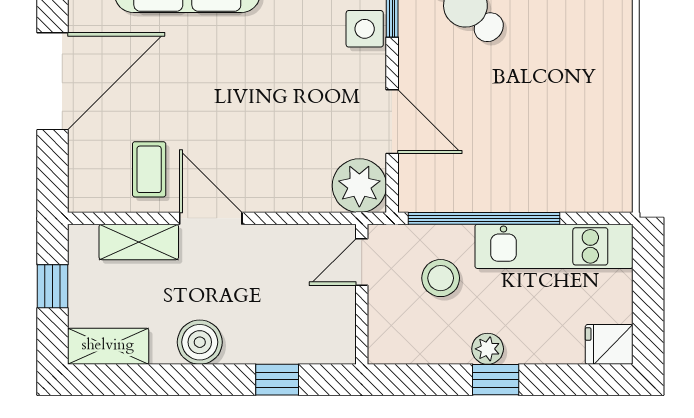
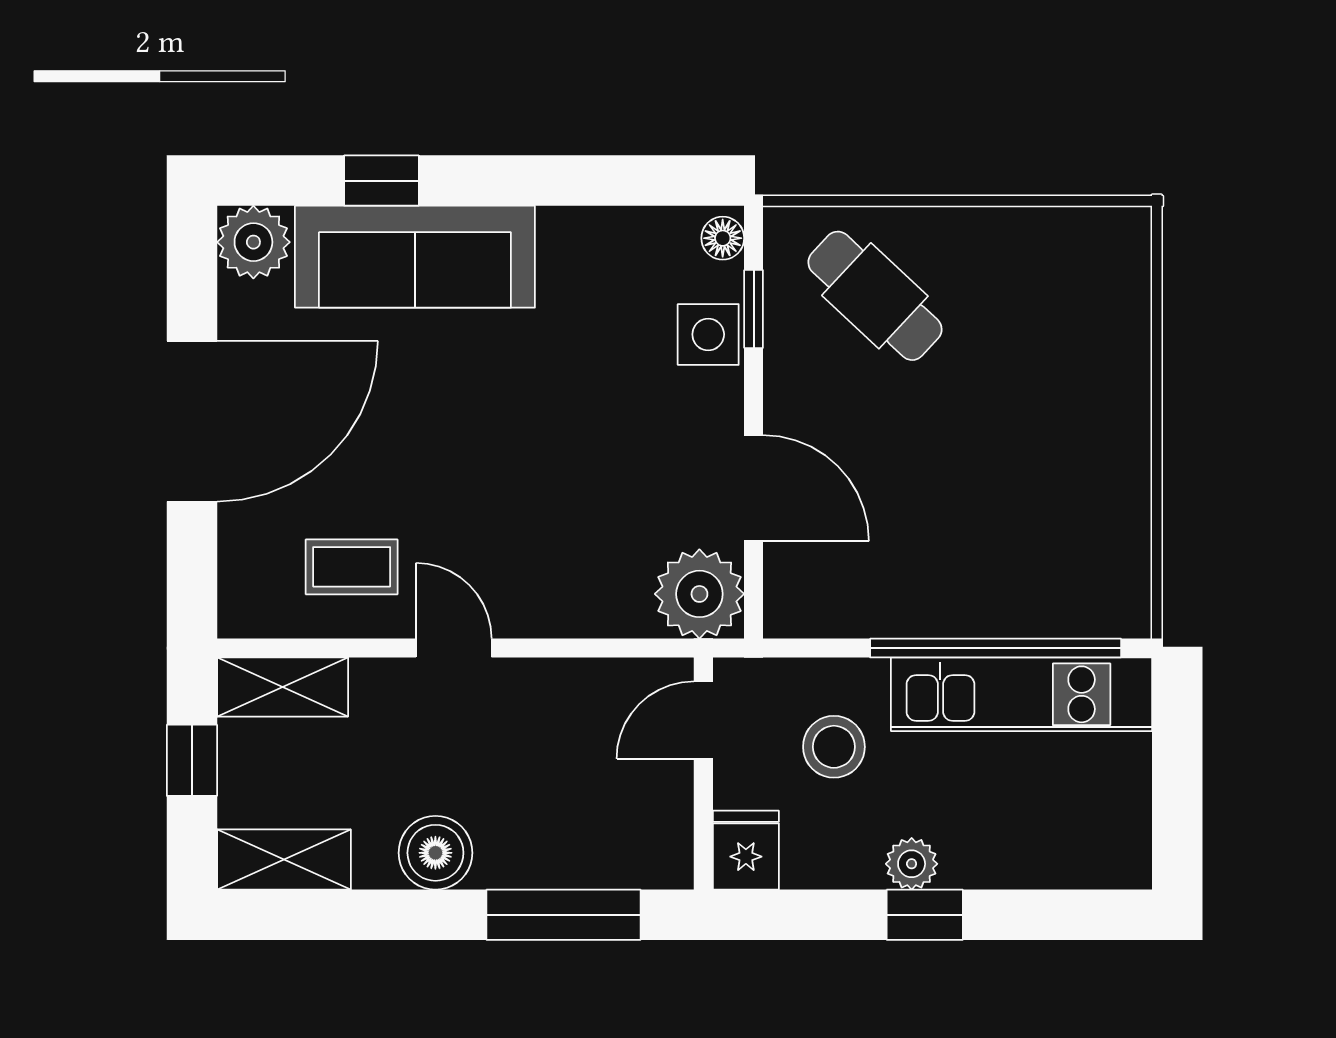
coffee table: (149, 169) -> (352, 567), turned 90
door: (211, 218) -> (454, 648), width x0.73
window: (484, 218) -> (996, 648), moved
shelving: (139, 242) -> (283, 687), moved
fridge: (609, 344) -> (746, 850), moved, turned 90
window: (277, 380) -> (564, 915), width x2.17

